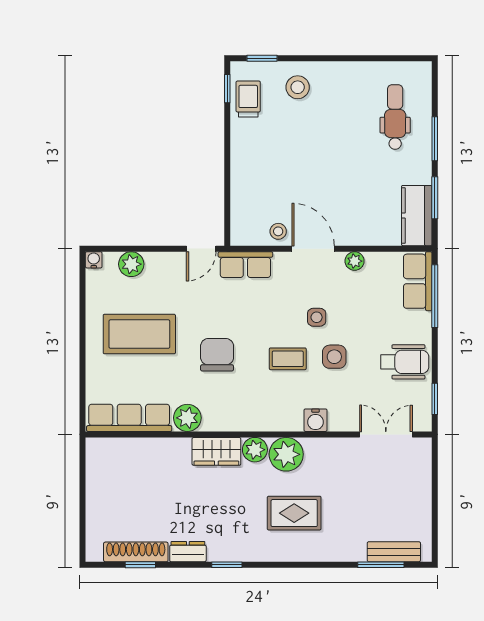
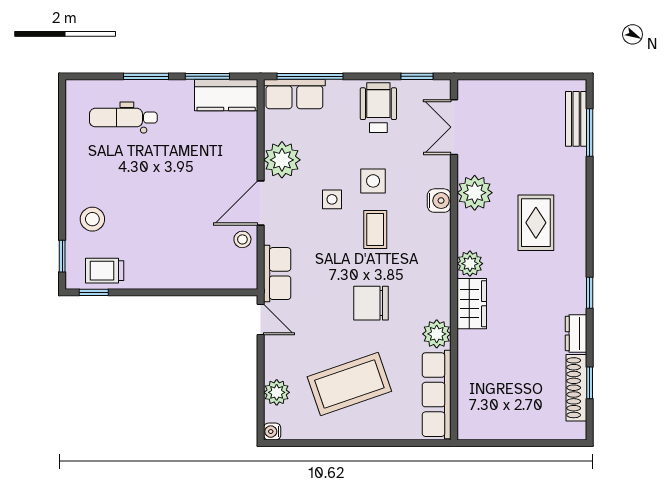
plant: (355, 261) -> (282, 160), width x1.88, depth x1.88
coffee table: (139, 334) -> (349, 384), turned 71
plant: (286, 454) -> (475, 193), moved

